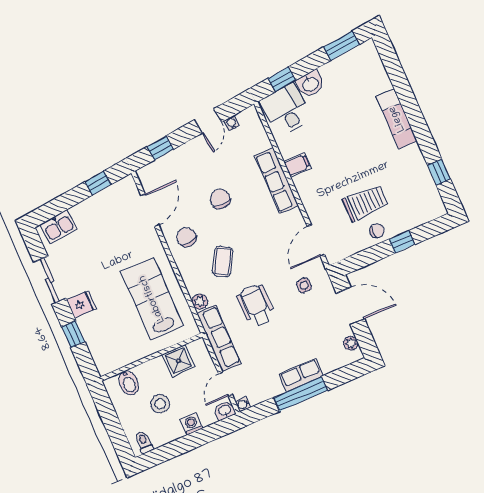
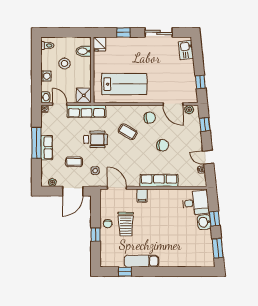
window: (282, 79) -> (215, 219), moved
exam couch: (397, 119) -> (141, 261), moved
filing cabinet: (297, 165) -> (142, 196), moved
plant: (200, 301) -> (189, 110), moved
fridge: (81, 304) -> (99, 44), moved
coffee table: (305, 324) -> (74, 162), added
shower: (178, 361) -> (84, 95), moved

